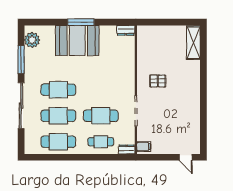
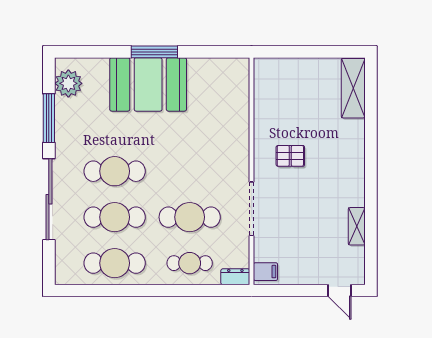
dresser: (126, 30) -> (234, 66), removed
shelving: (195, 121) -> (357, 226), added

